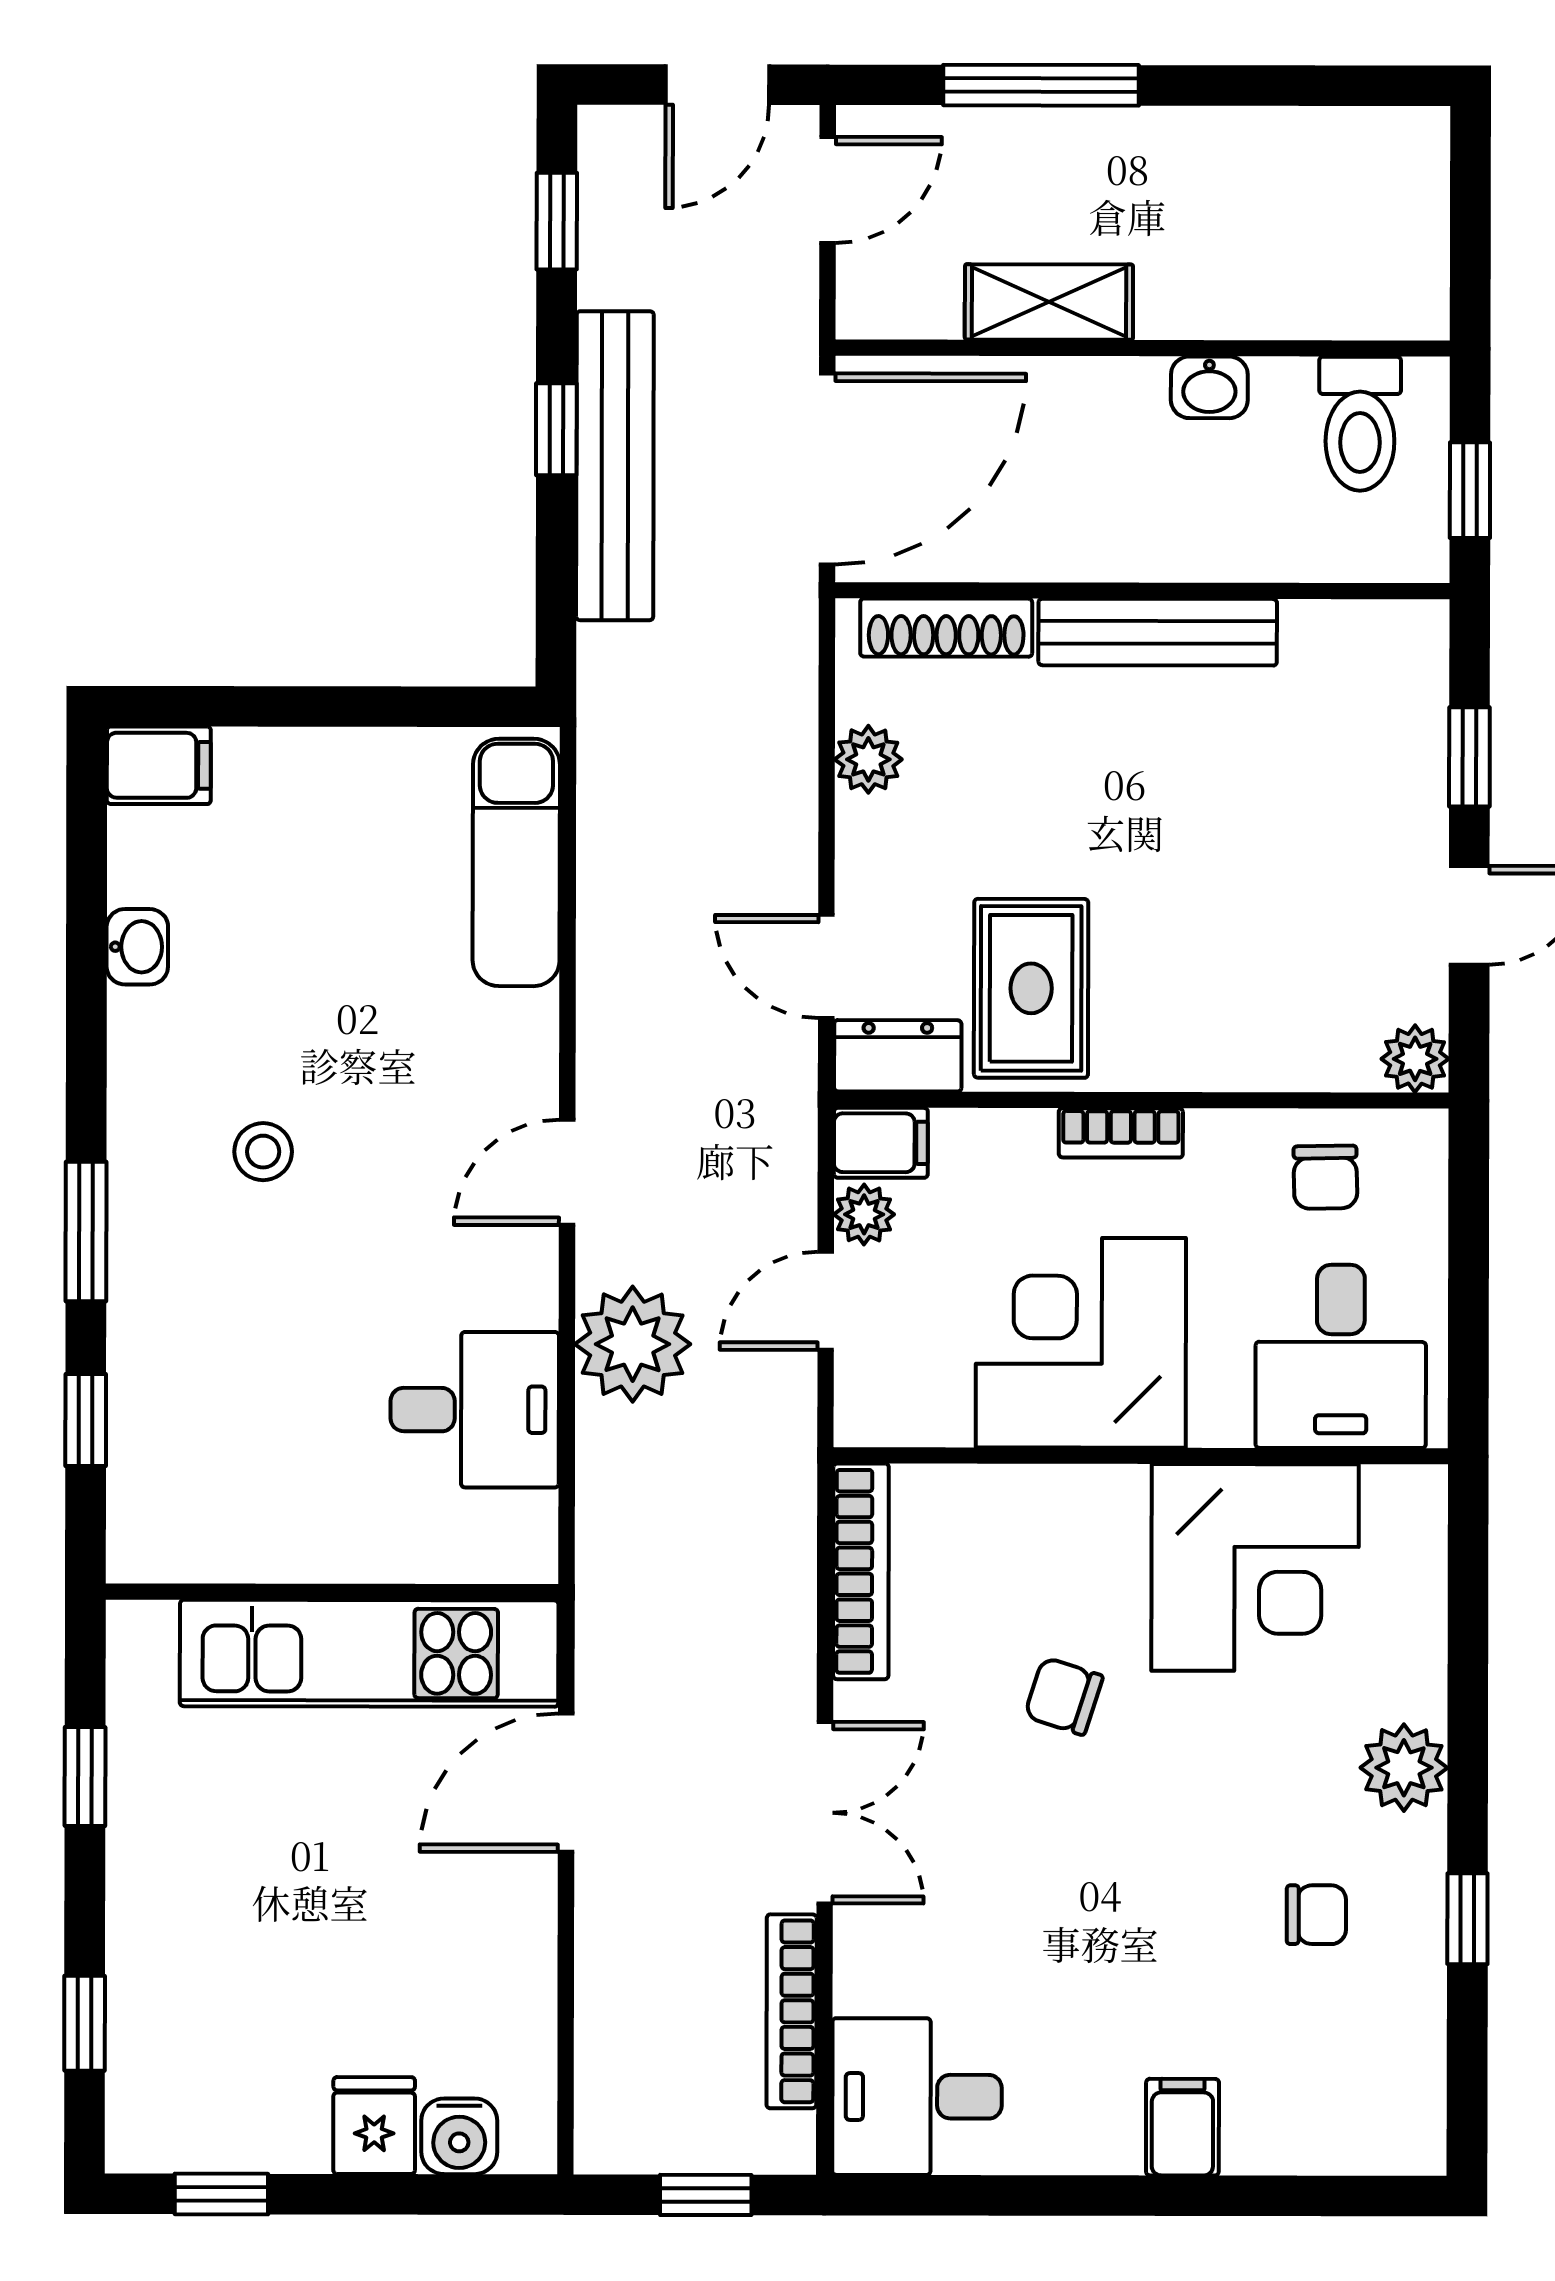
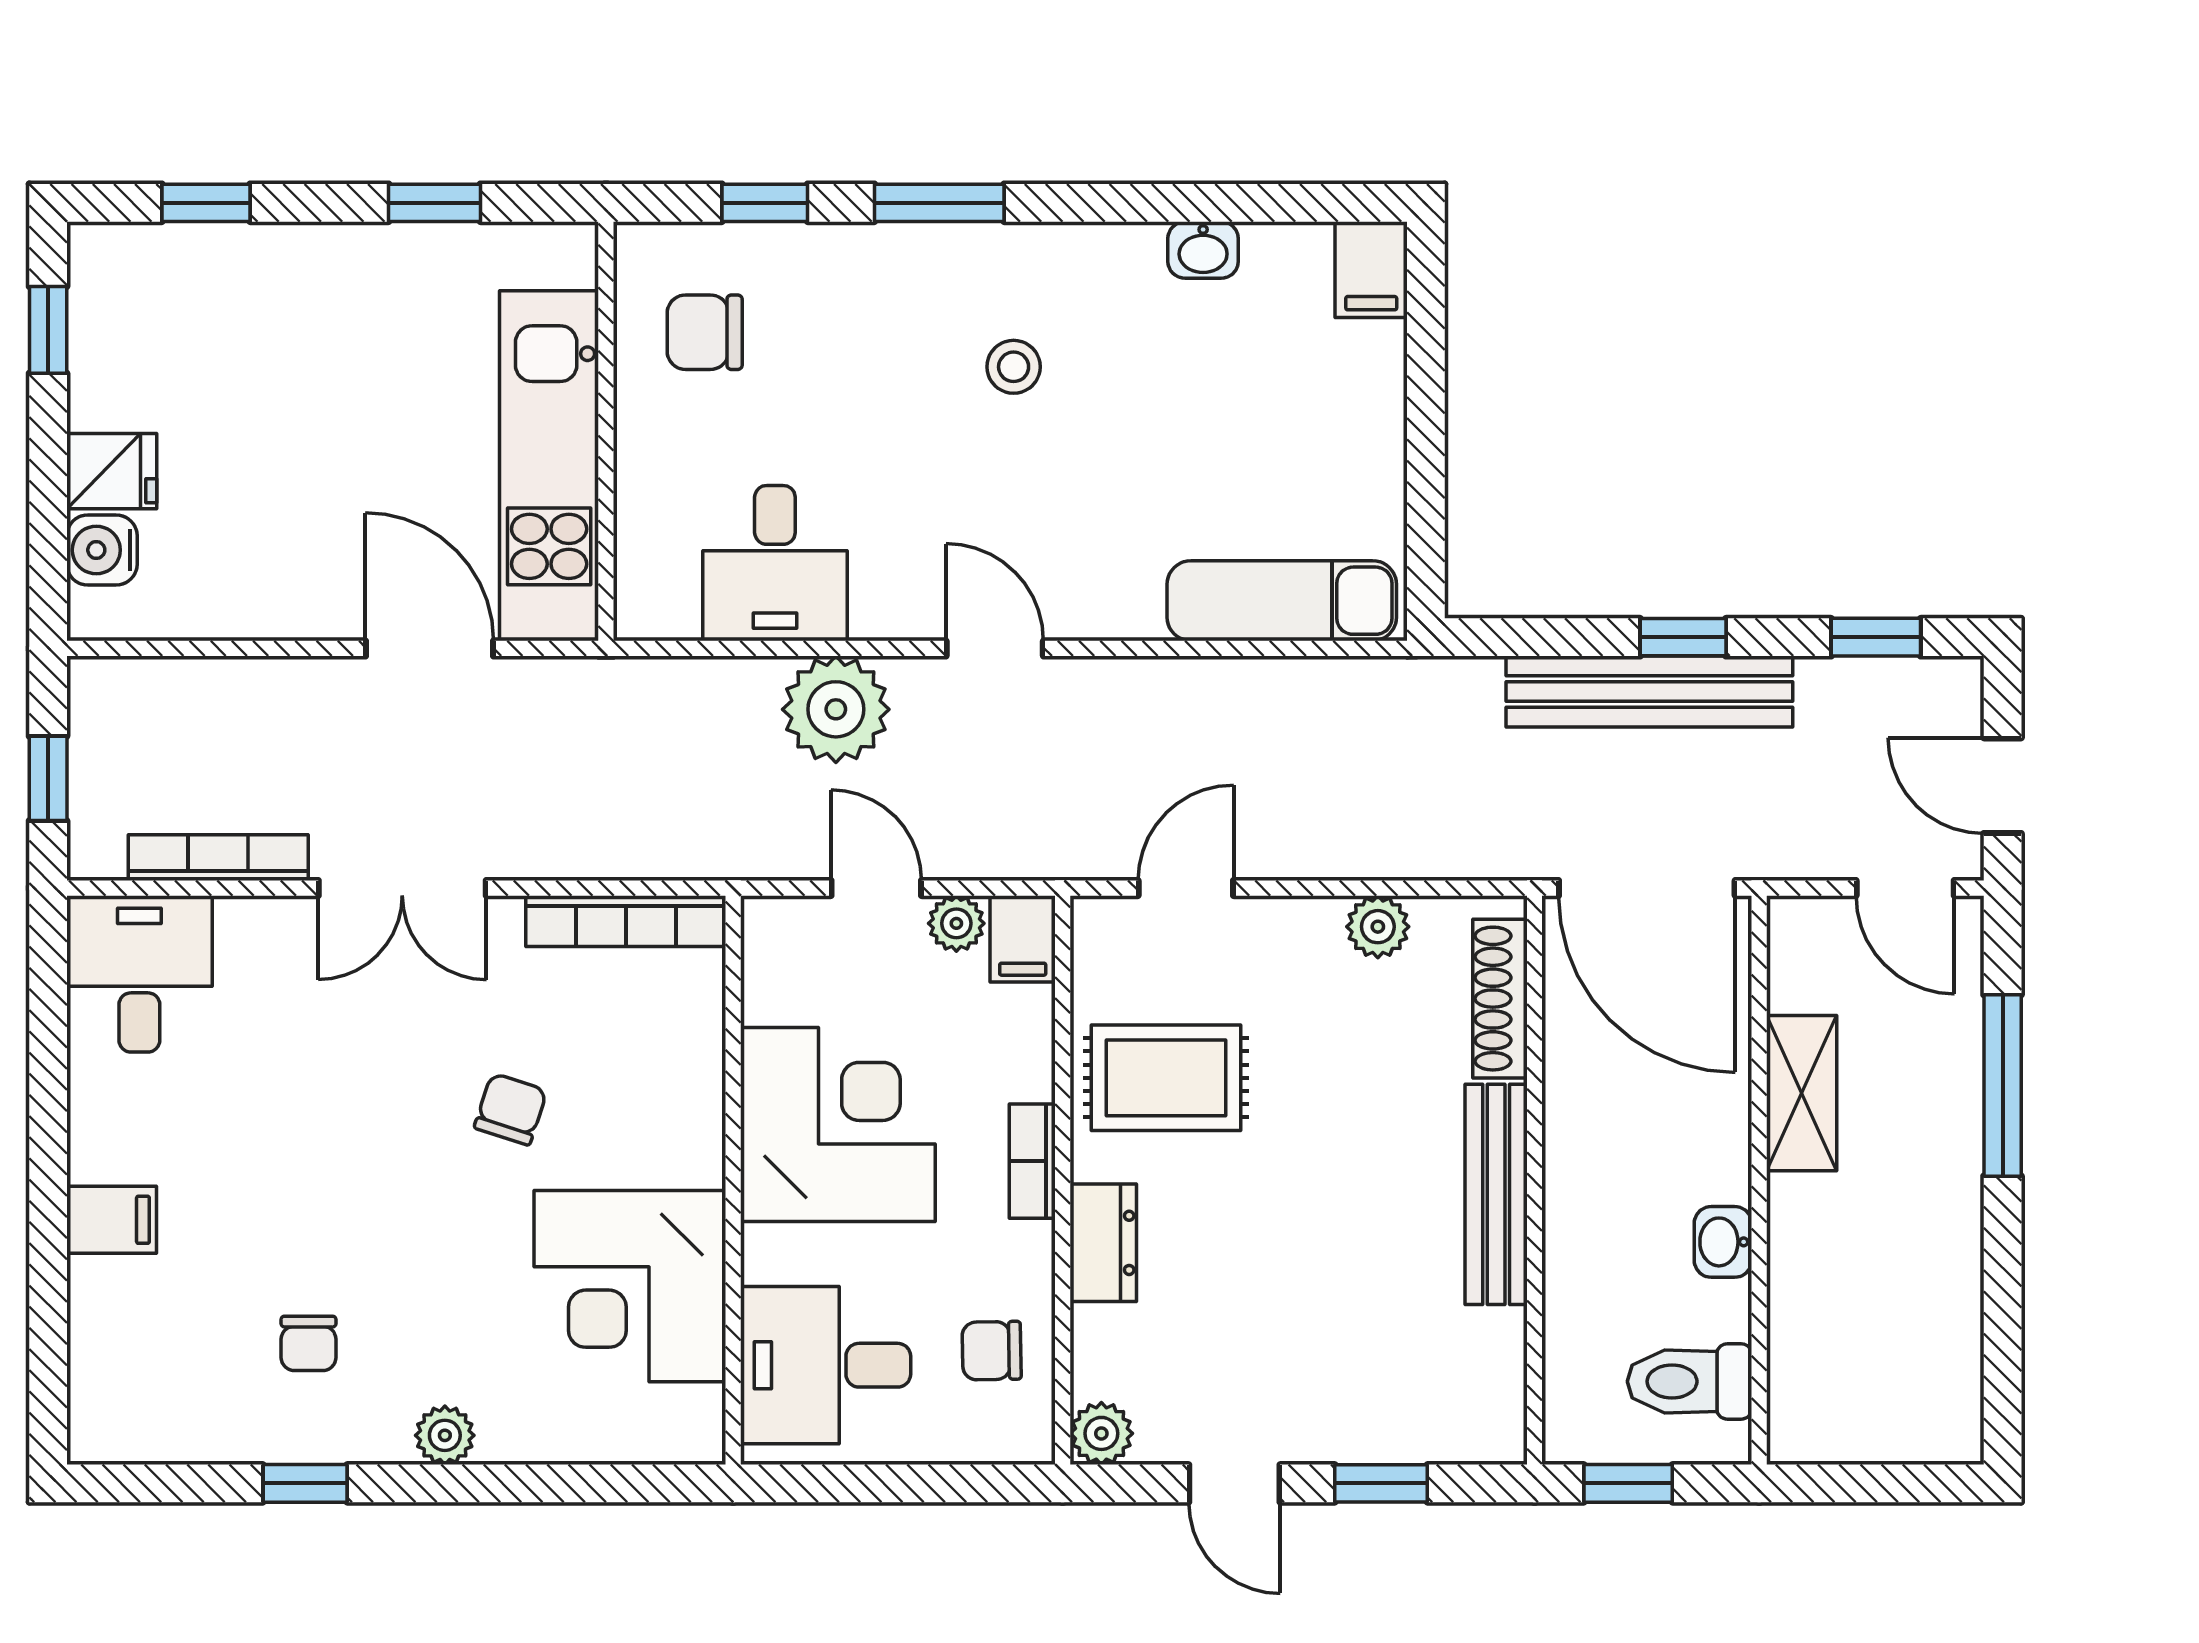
dresser: (898, 1056) -> (1103, 1243), moved
chair: (225, 1485) -> (705, 332), added
plant: (1404, 1768) -> (445, 1435), width x0.73, depth x0.73

